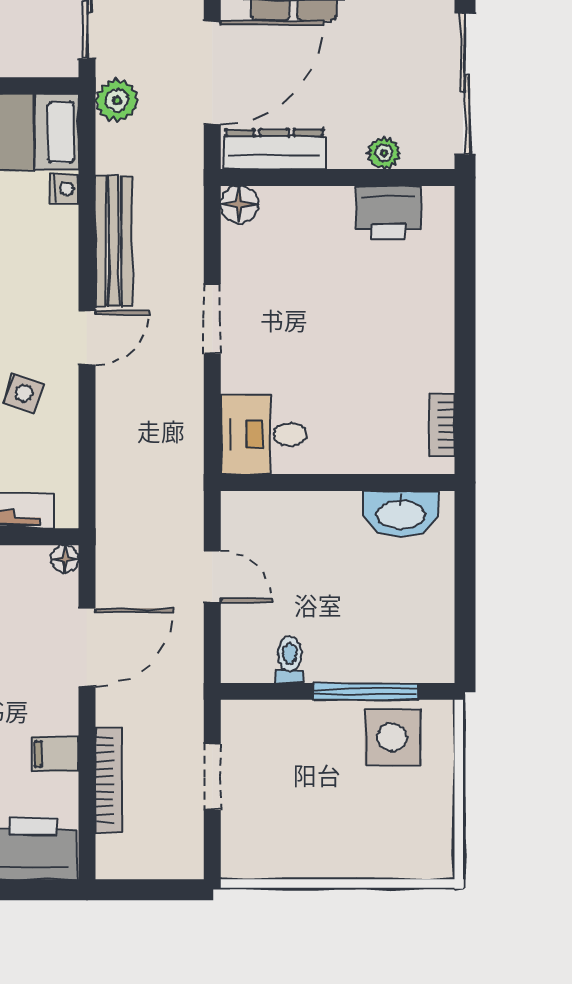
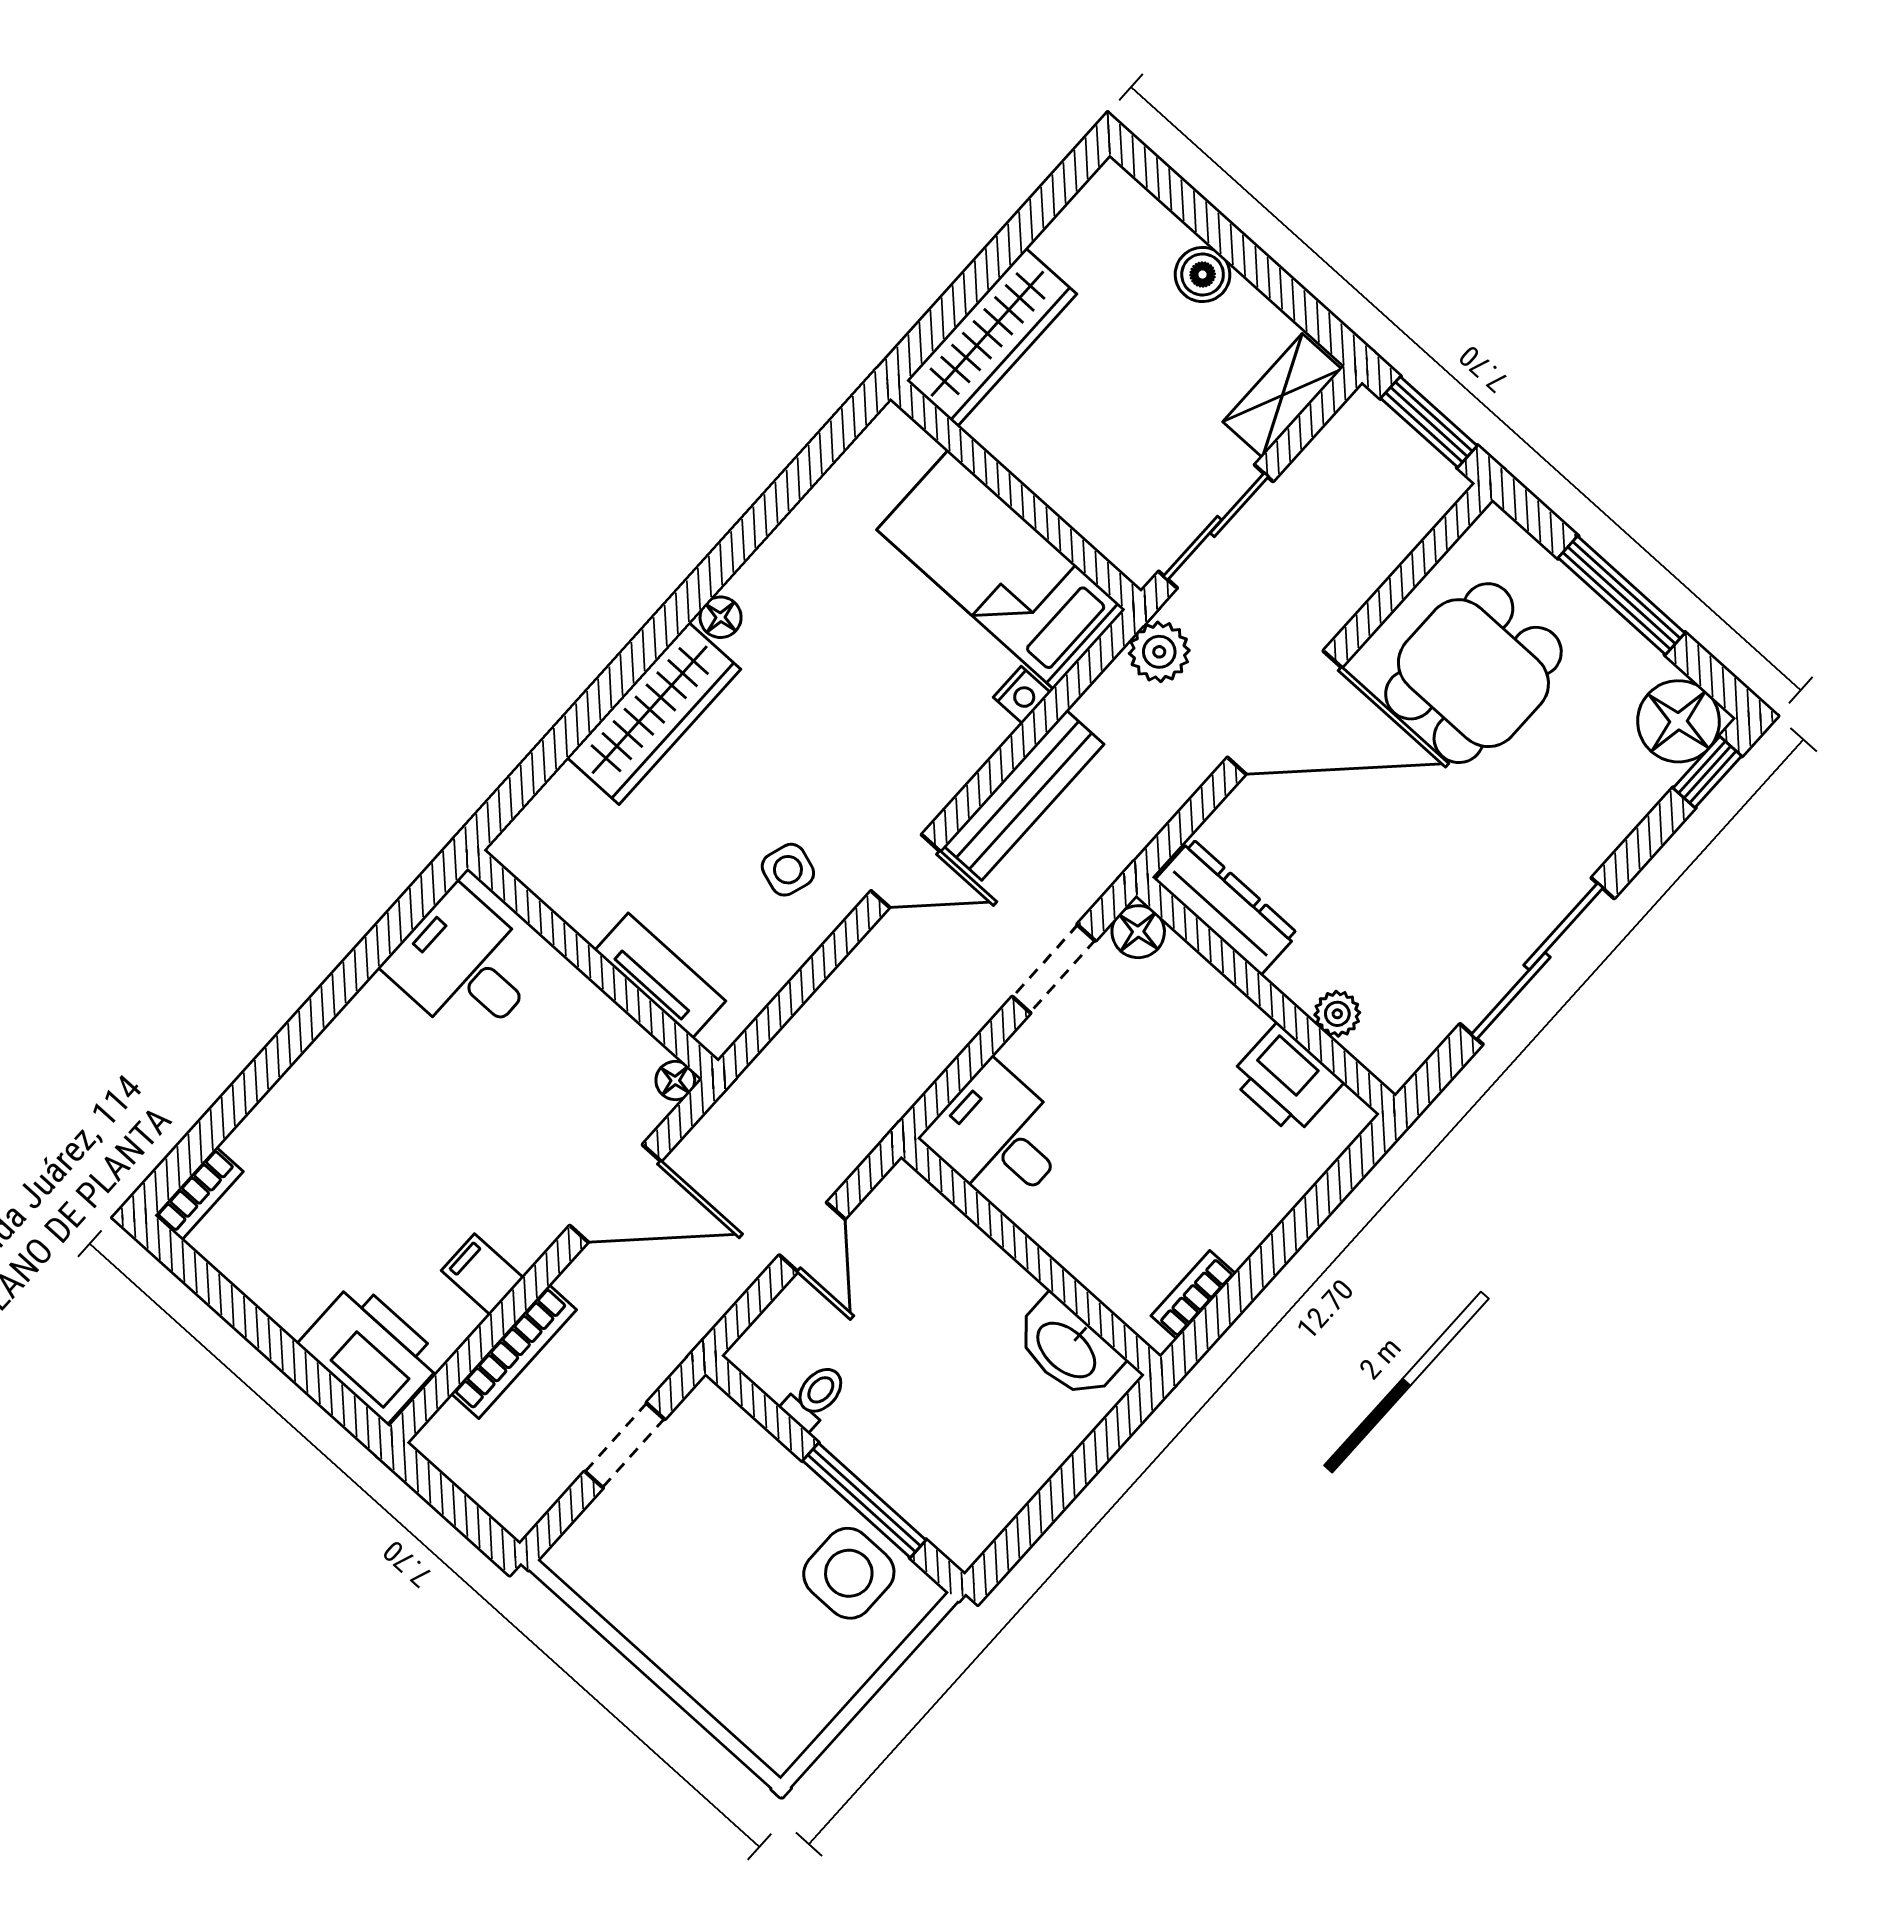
dresser: (274, 149) -> (1226, 907), moved
plant: (384, 153) -> (1337, 1014), moved
wall: (338, 178) -> (1266, 996), moved
floor lamp: (239, 205) -> (1138, 932), moved
printer: (388, 213) -> (1286, 1080), moved

